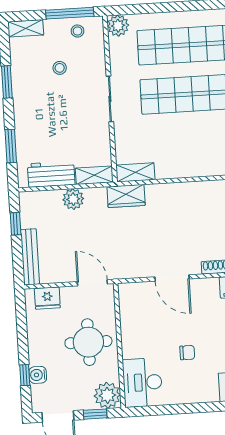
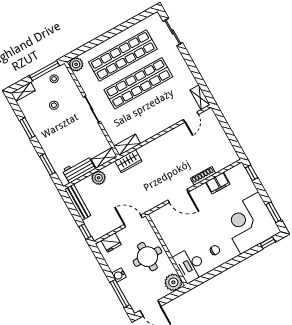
window: (16, 224) -> (85, 232), moved
bench: (30, 257) -> (78, 202), moved
chair: (187, 353) -> (215, 250), moved
window: (25, 375) -> (120, 294), width x2.17
water cooler: (38, 375) -> (119, 275), moved
window: (95, 414) -> (171, 297), removed

